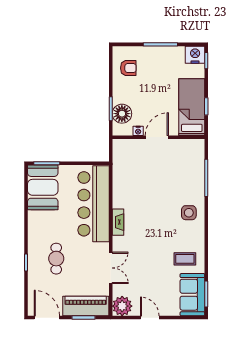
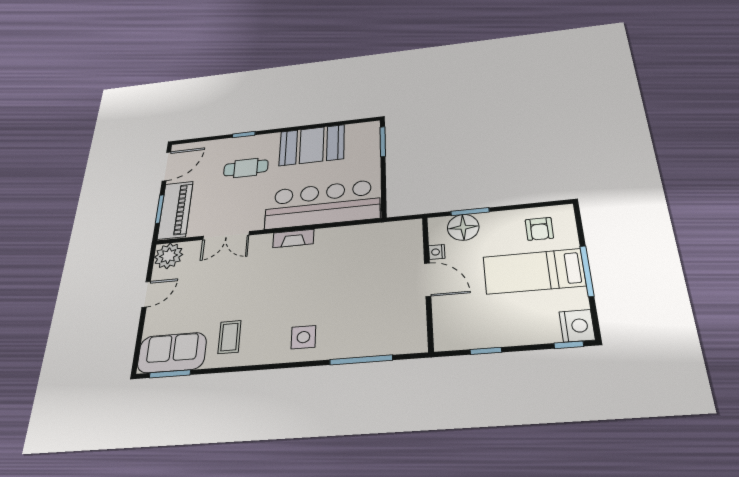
bed: (192, 107) -> (534, 271), moved, turned 180
booth: (43, 187) -> (312, 145), moved

